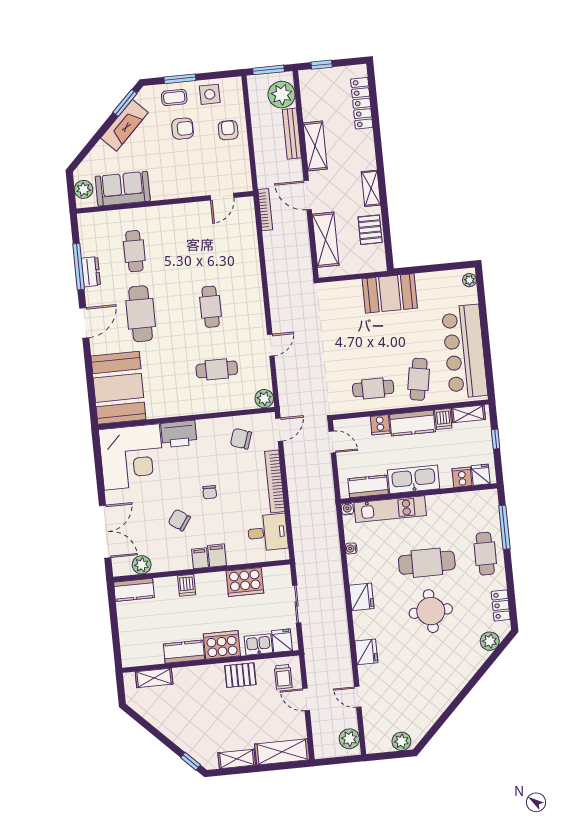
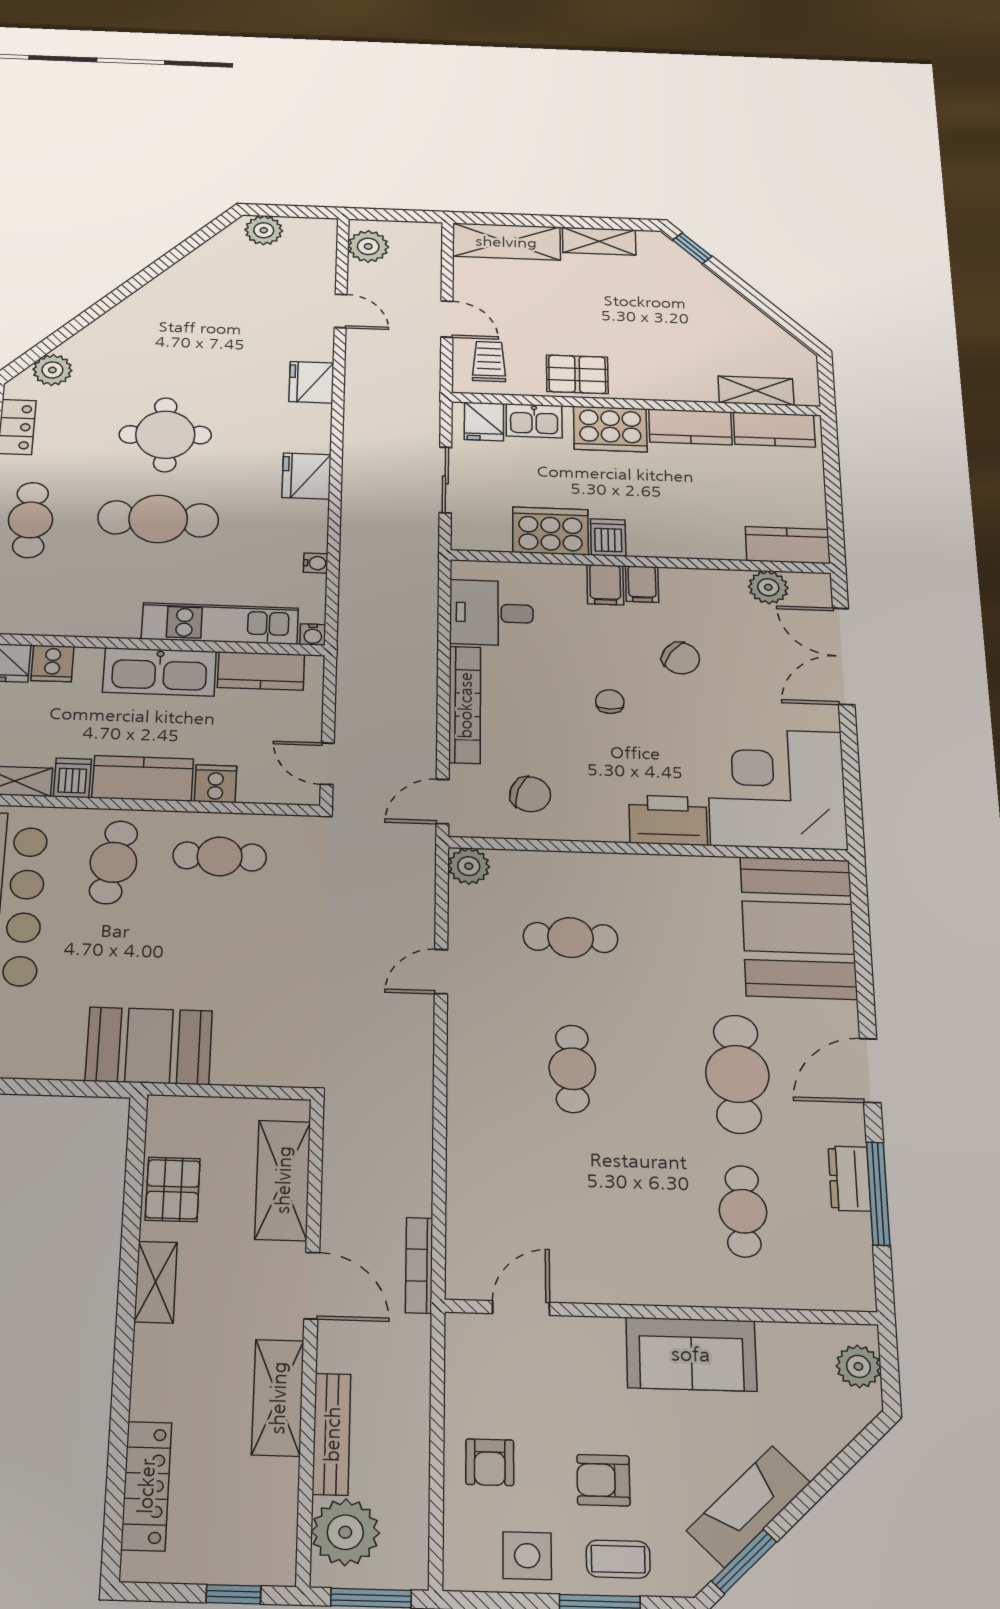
sofa: (123, 189) -> (691, 1354), moved
dishwasher: (187, 585) -> (608, 537), moved
kitchen counter: (144, 656) -> (774, 430), added

